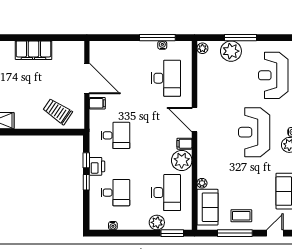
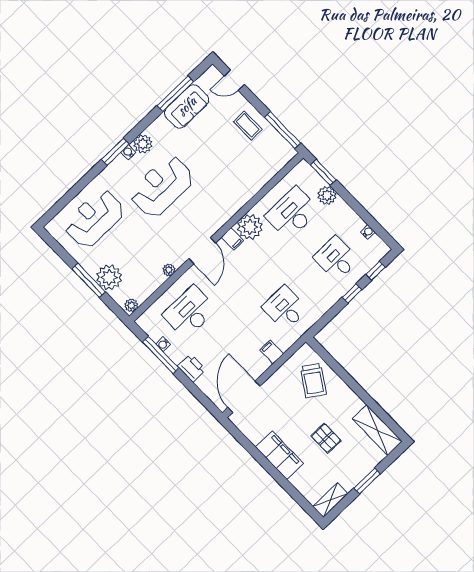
reception desk: (273, 75) -> (94, 218), turned 180
door: (87, 78) -> (244, 397), moved
pallet: (17, 87) -> (326, 438), added
reception desk: (254, 132) -> (162, 186), turned 180
window: (86, 160) -> (376, 271), moved
printer: (97, 166) -> (192, 368), moved, turned 90
plant: (202, 183) -> (169, 270), moved
sofa: (207, 207) -> (269, 163), removed
window: (235, 233) -> (282, 130), moved

